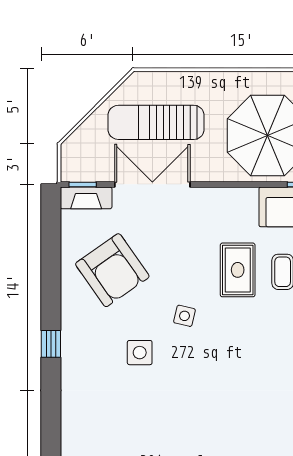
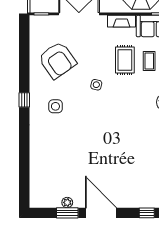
fireplace: (86, 198) -> (122, 21), moved
side table: (140, 353) -> (55, 106), moved

